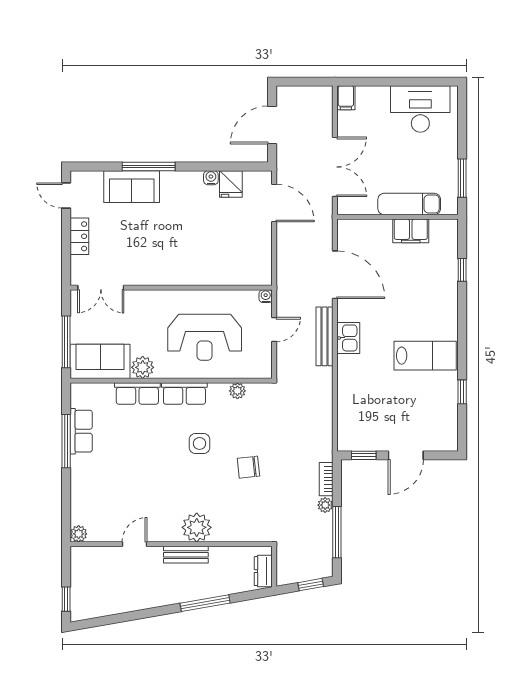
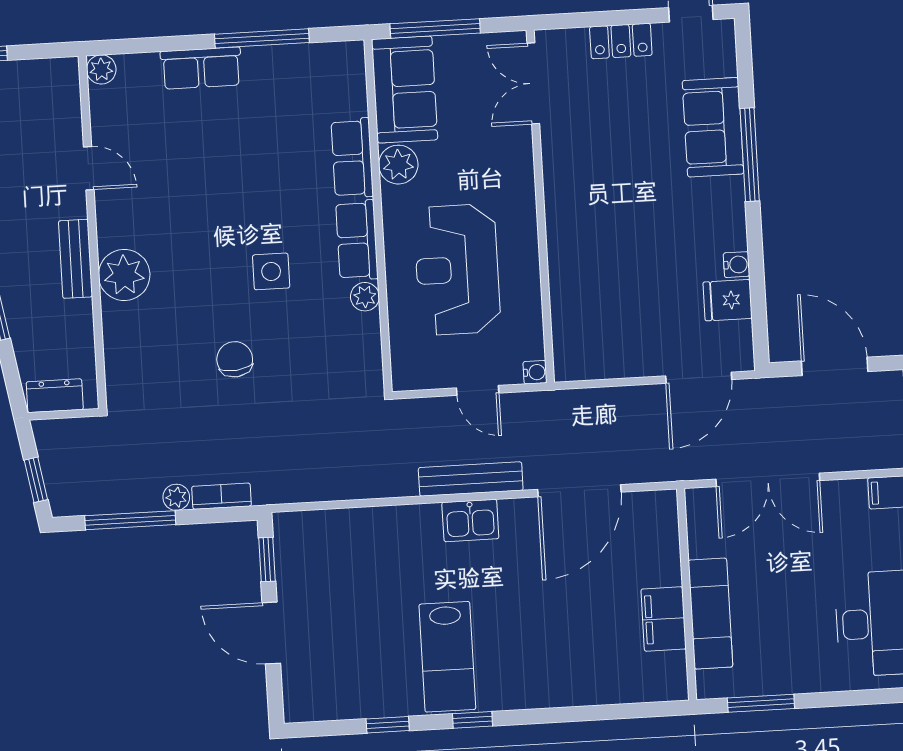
window: (462, 270) -> (472, 720), moved
plant: (237, 391) -> (365, 297), moved
row of seats: (81, 431) -> (201, 68), moved

